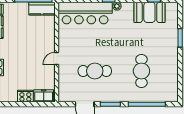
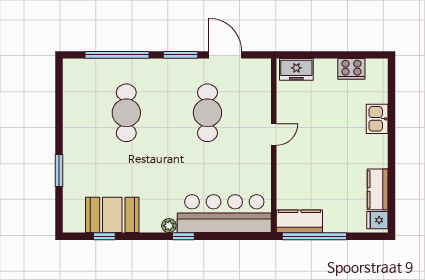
cafe table: (95, 71) -> (207, 113), turned 90
cooker: (25, 96) -> (351, 69), moved

